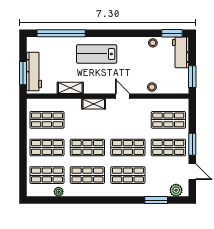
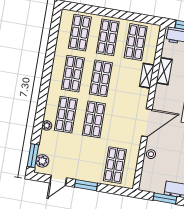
window: (192, 77) -> (165, 198), moved
door: (123, 96) -> (147, 123), width x1.88
shelving: (94, 104) -> (147, 76), moved
shop shelf: (168, 147) -> (87, 160), removed
plant: (59, 192) -> (47, 125), moved
window: (156, 200) -> (33, 156), moved

